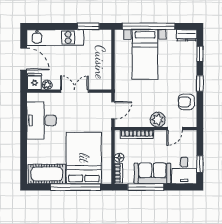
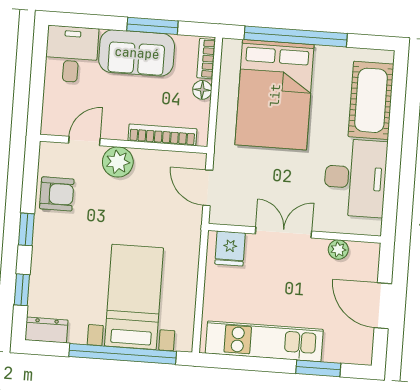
window: (88, 26) -> (318, 368), moved
kitchen unit: (55, 37) -> (264, 341), moved
fridge: (35, 81) -> (230, 249), moved
double door: (75, 91) -> (284, 232), swing flipped
door: (113, 110) -> (208, 188), hinge flipped
window: (200, 164) -> (38, 65), removed
cot: (47, 174) -> (371, 100), moved, turned 90
window: (146, 187) -> (152, 26), width x0.69

